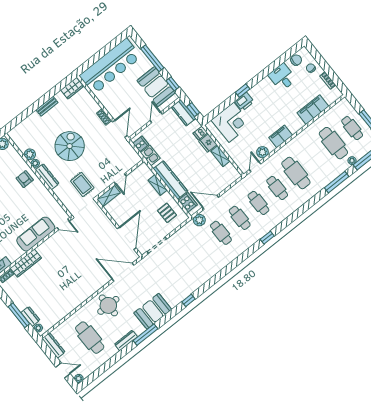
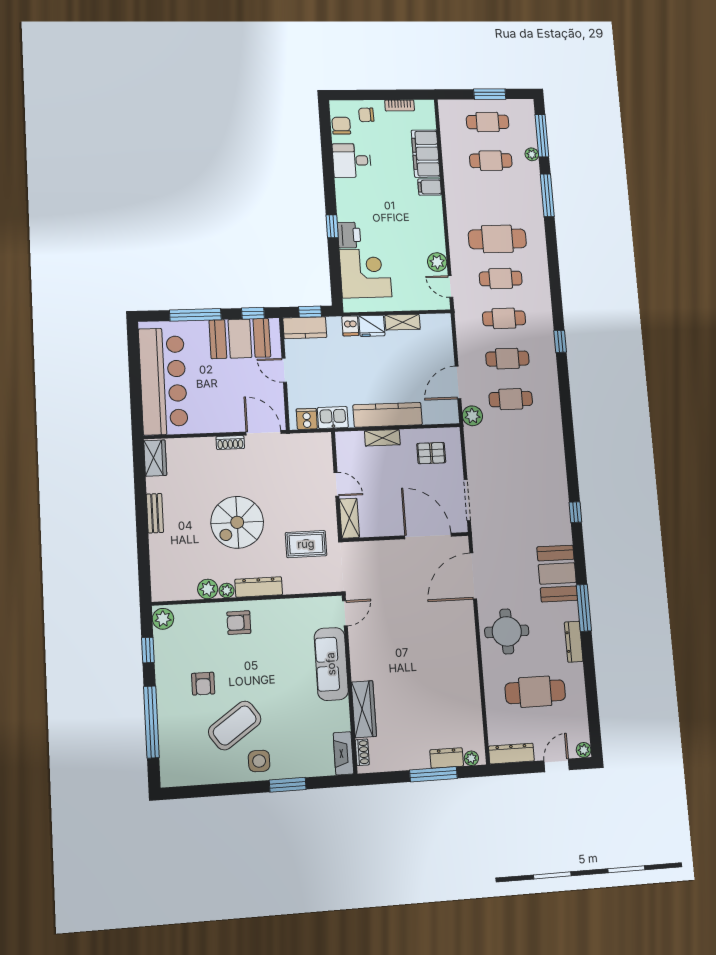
filing cabinet: (281, 136) -> (430, 187), moved, width x0.50
cafe table: (333, 143) -> (491, 161), width x0.73, depth x0.74
spiral stairs: (70, 146) -> (237, 522), turned -90
cooker: (188, 202) -> (436, 414), removed

